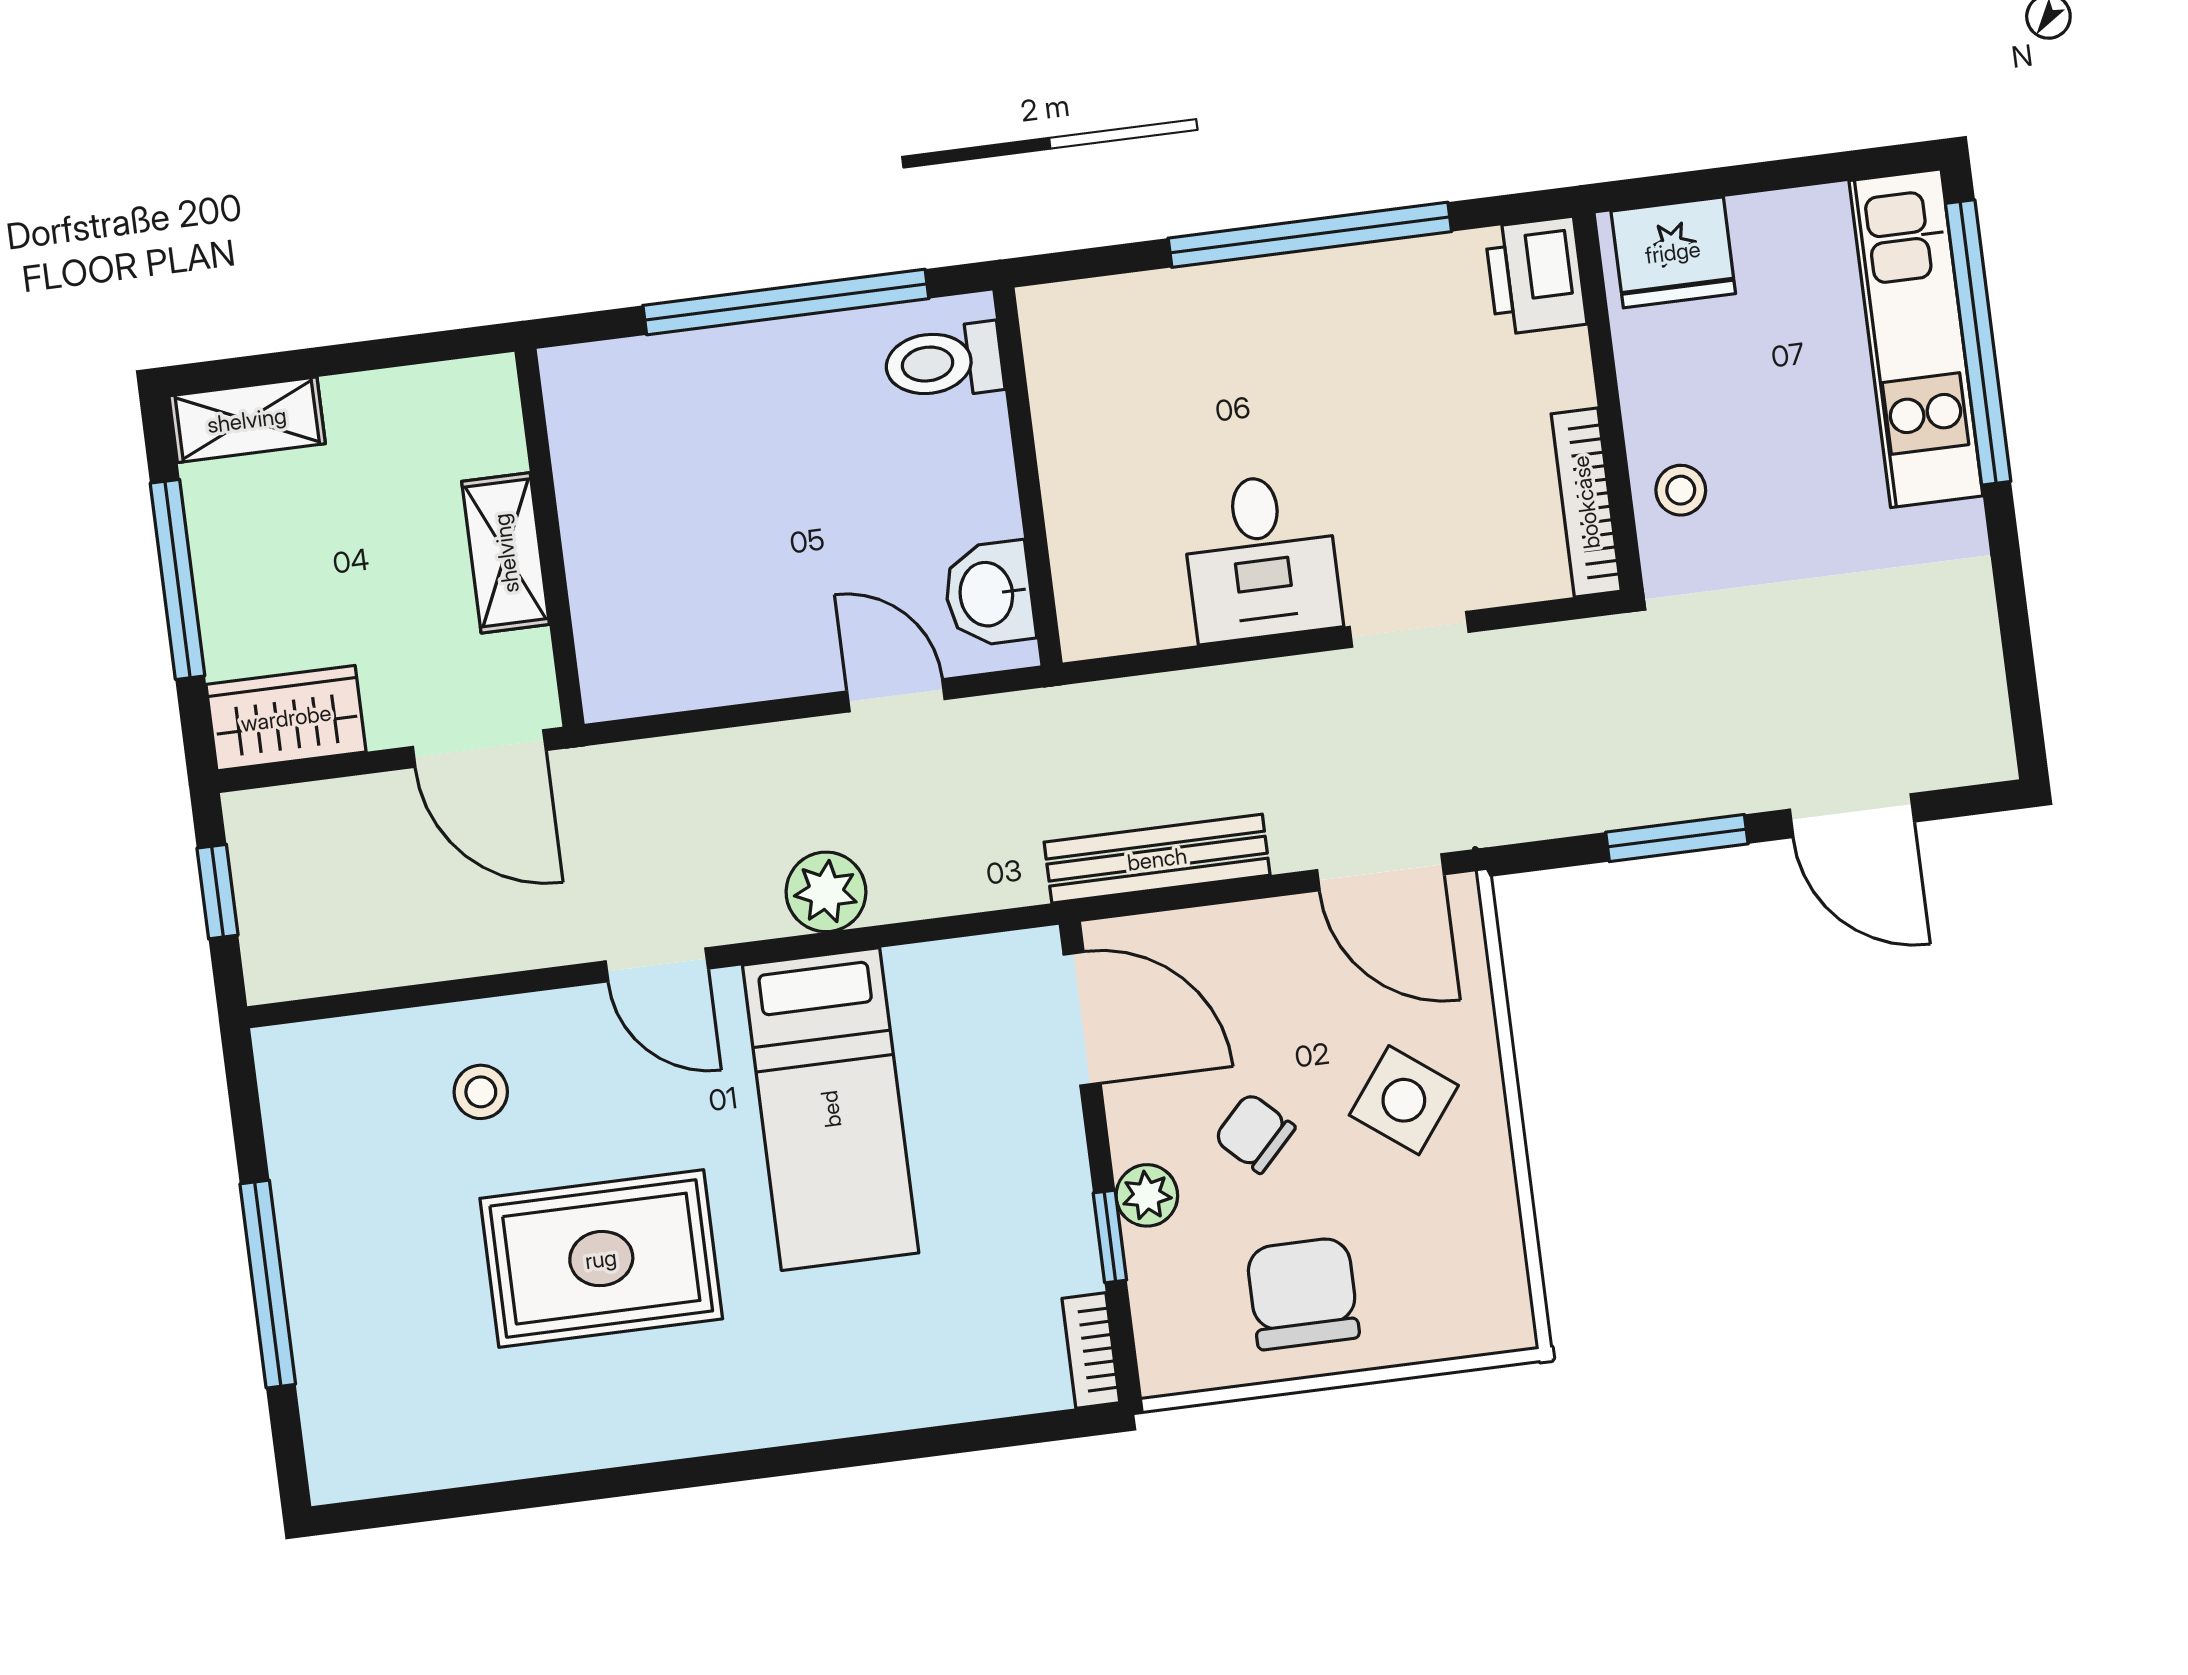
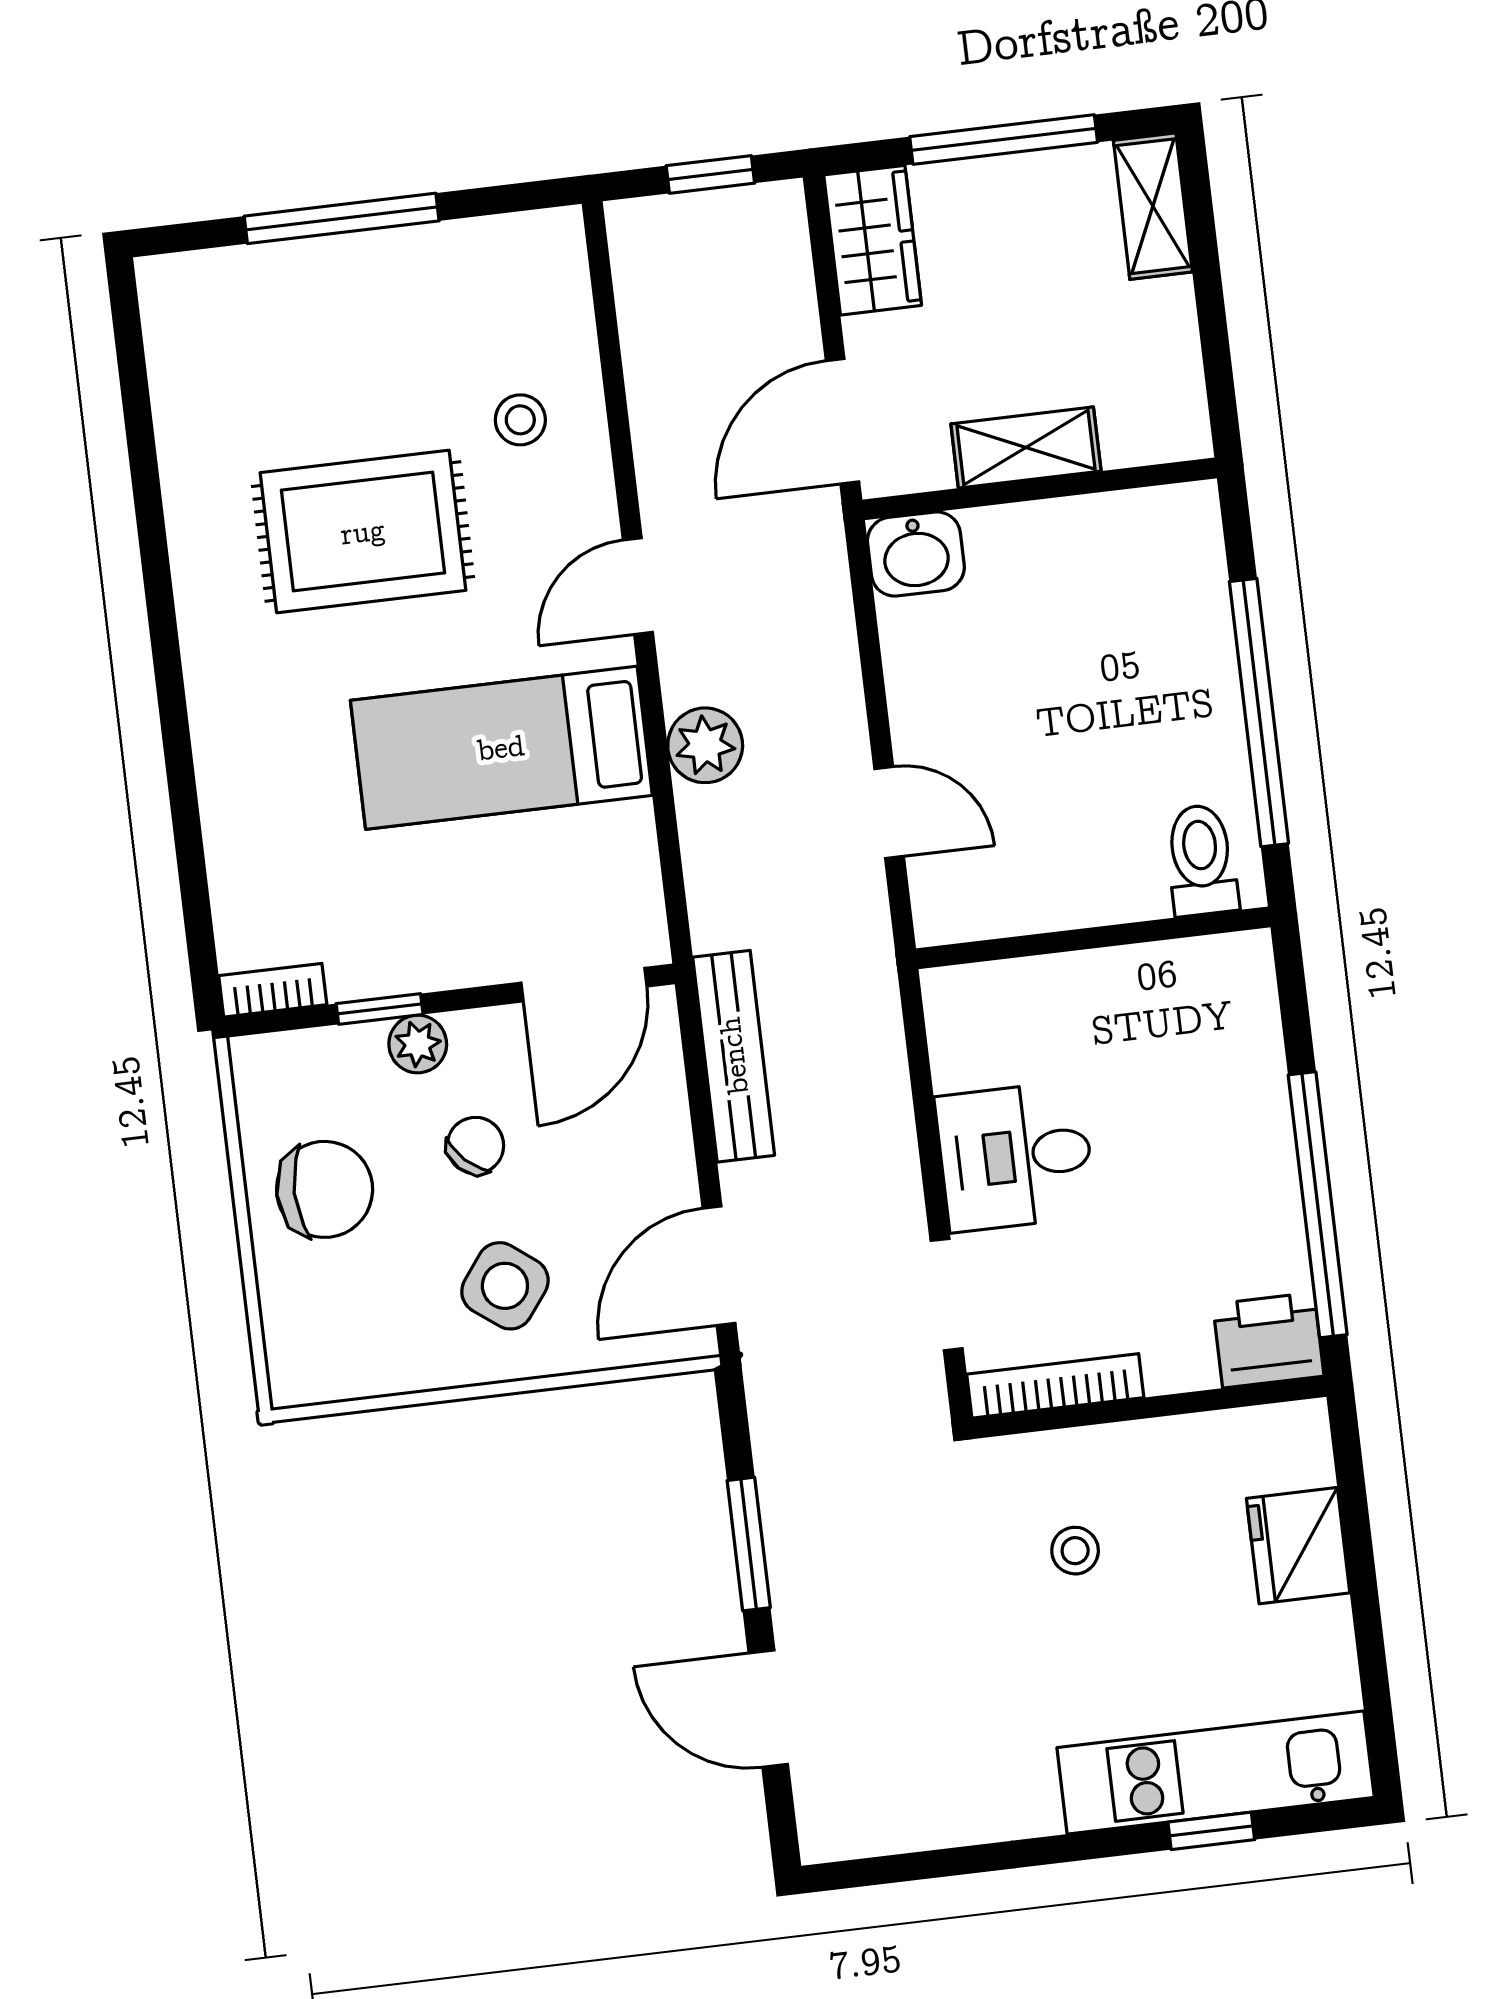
printer: (1536, 276) -> (1268, 1340), moved
window: (1978, 342) -> (1211, 1831), width x0.32
wall: (1608, 402) -> (1149, 1407), moved
bookcase: (1586, 502) -> (1055, 1386), moved
washbasin: (989, 594) -> (916, 554), moved, turned 180
door: (896, 695) -> (889, 813), hinge flipped
door: (1852, 816) -> (768, 1709), hinge flipped
rug: (601, 1259) -> (363, 532), turned 90

